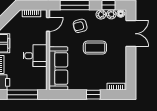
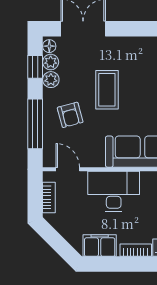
desk: (35, 56) -> (114, 191), width x1.37

